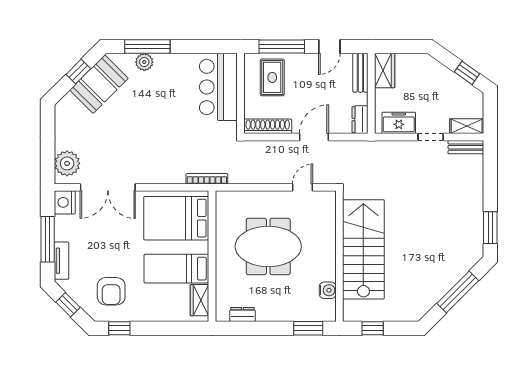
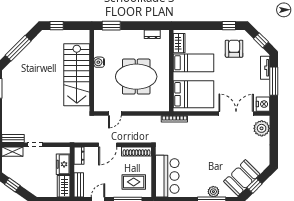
rug: (272, 77) -> (134, 182), turned 90
freezer: (399, 123) -> (63, 164), moved, turned 90
water cooler: (328, 290) -> (99, 62), moved
window: (373, 328) -> (57, 26), moved

